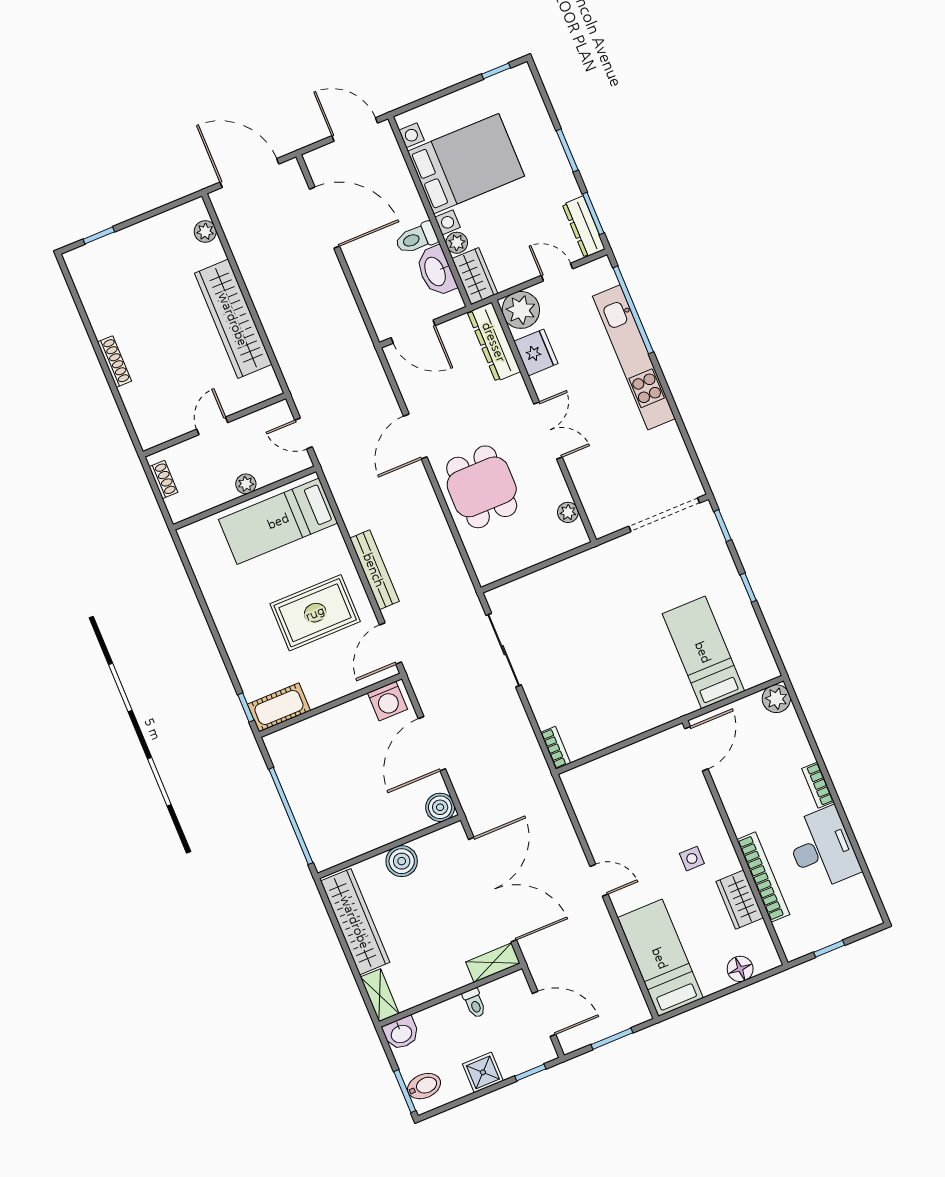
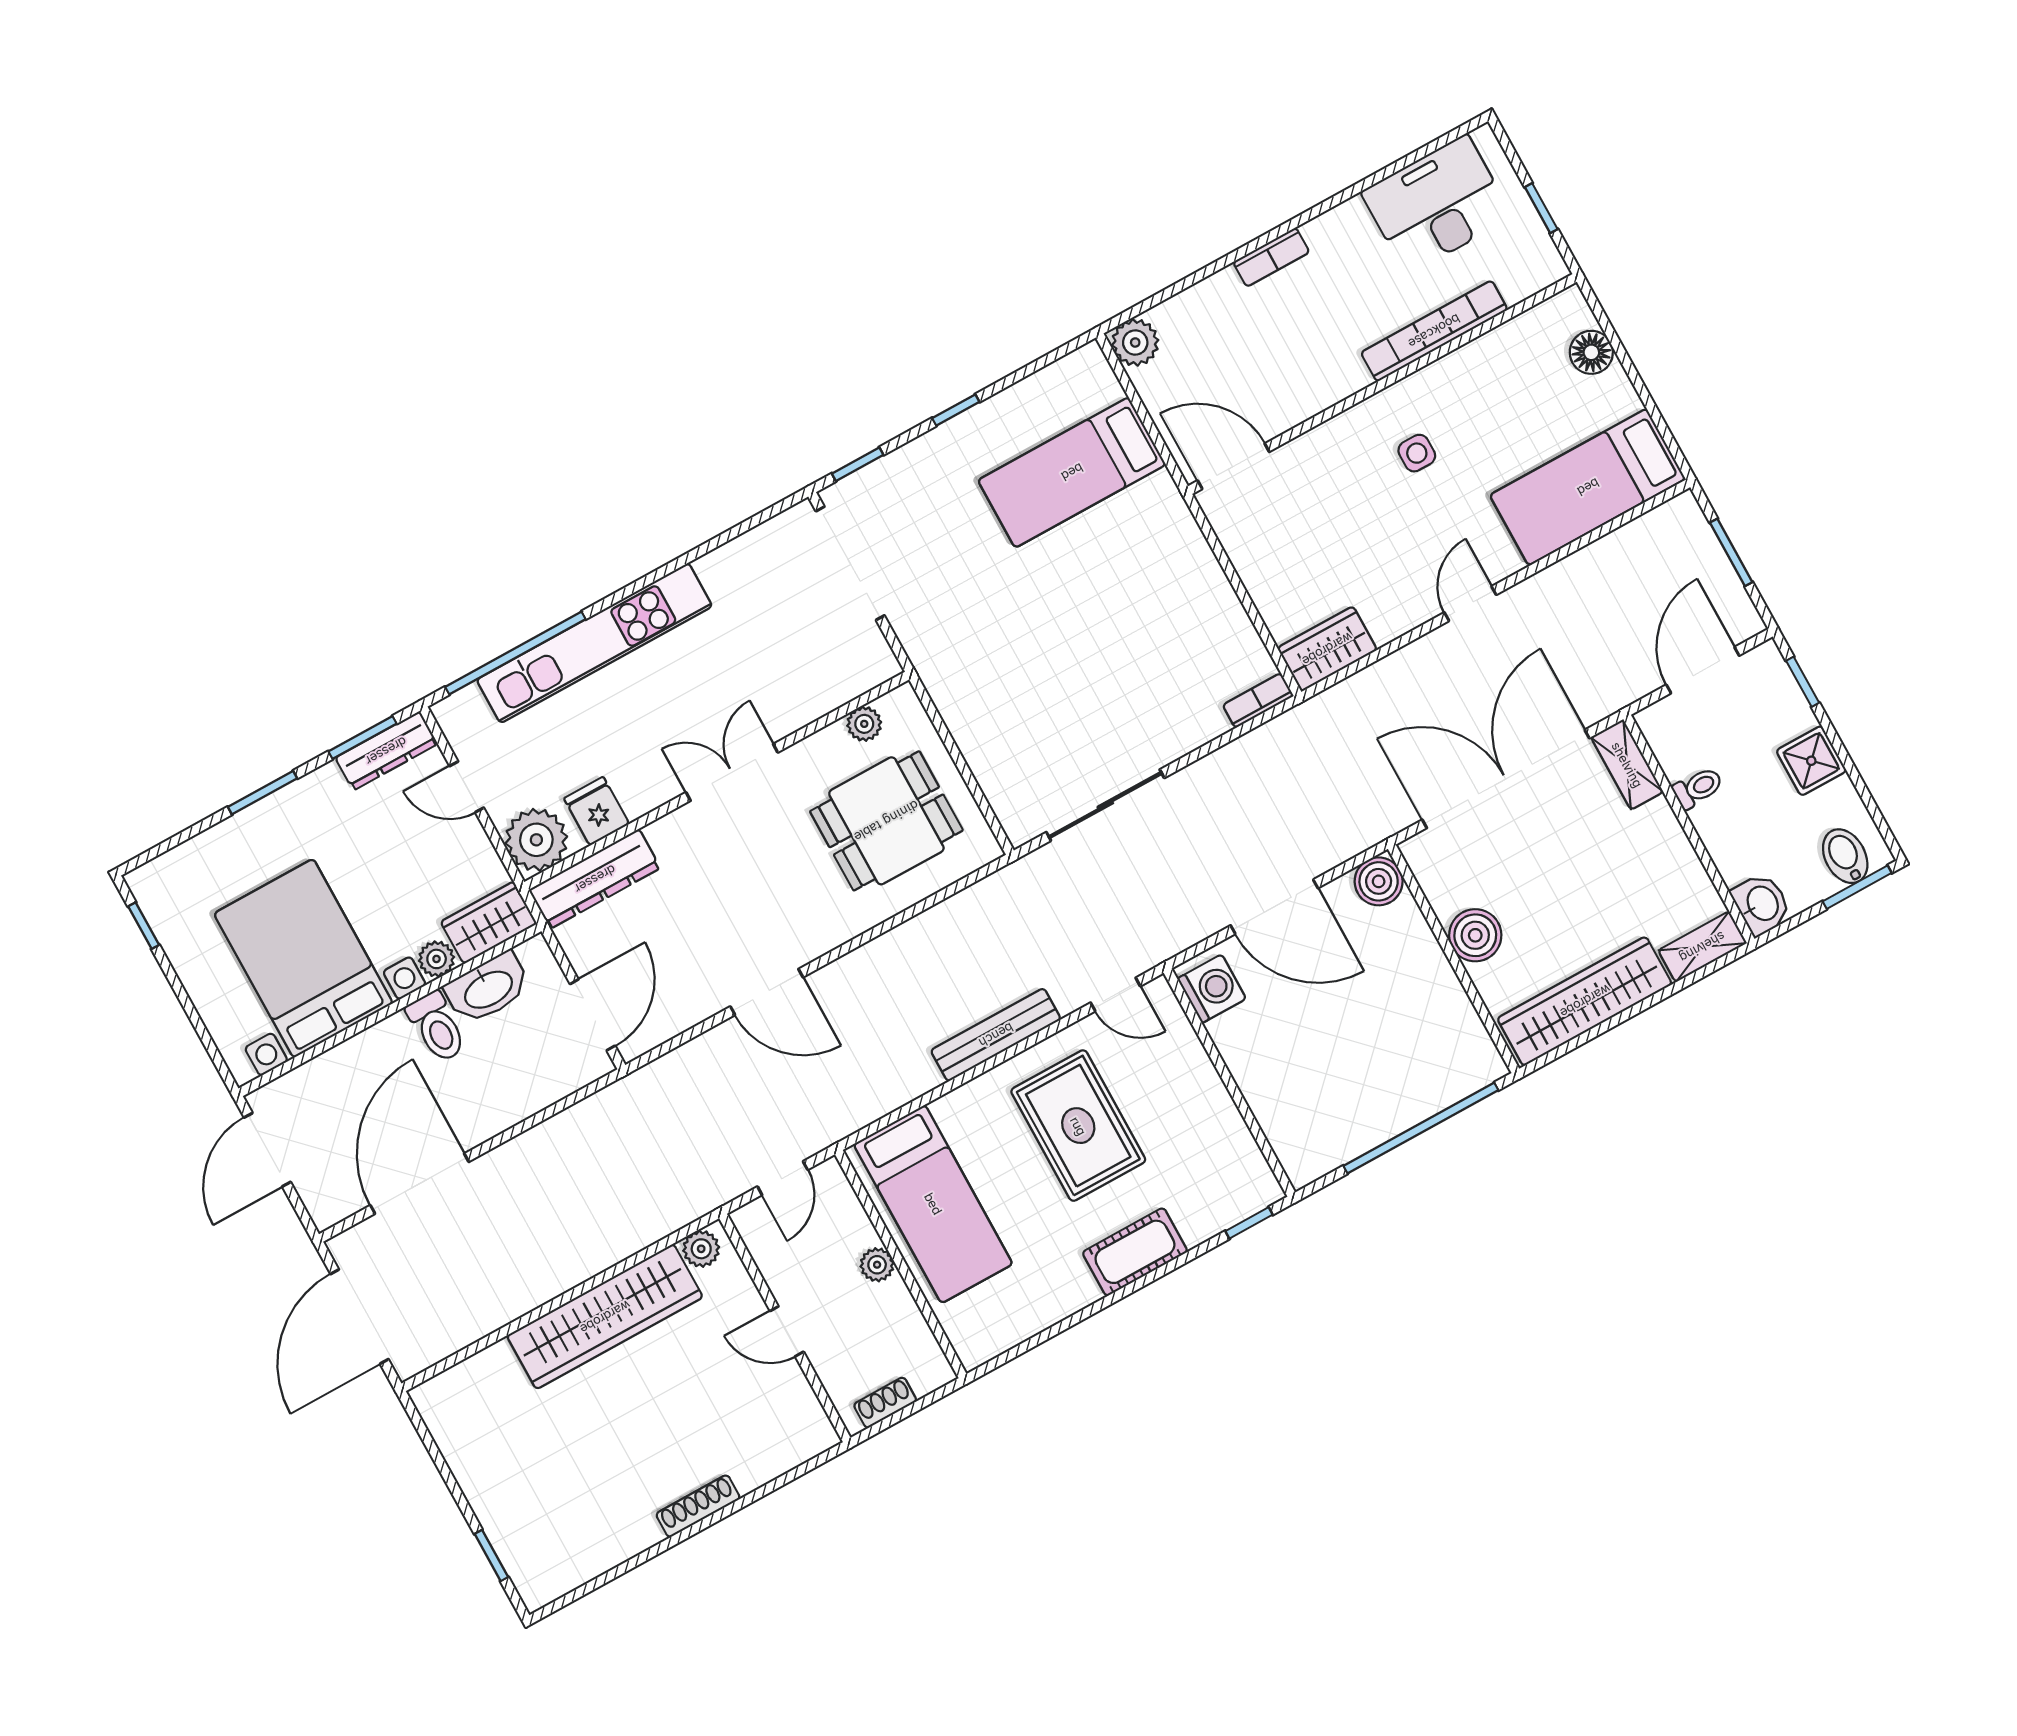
plant: (205, 231) -> (701, 1249), moved
door: (557, 272) -> (467, 787), hinge flipped
fridge: (536, 352) -> (597, 811), width x0.72
dining table: (482, 487) -> (886, 821), moved
door: (390, 643) -> (1115, 994), width x0.73
cot: (279, 707) -> (1135, 1252), moved, turned 90
desk: (822, 849) -> (1437, 204), moved
wardrobe: (740, 900) -> (1327, 649), moved, turned 180

